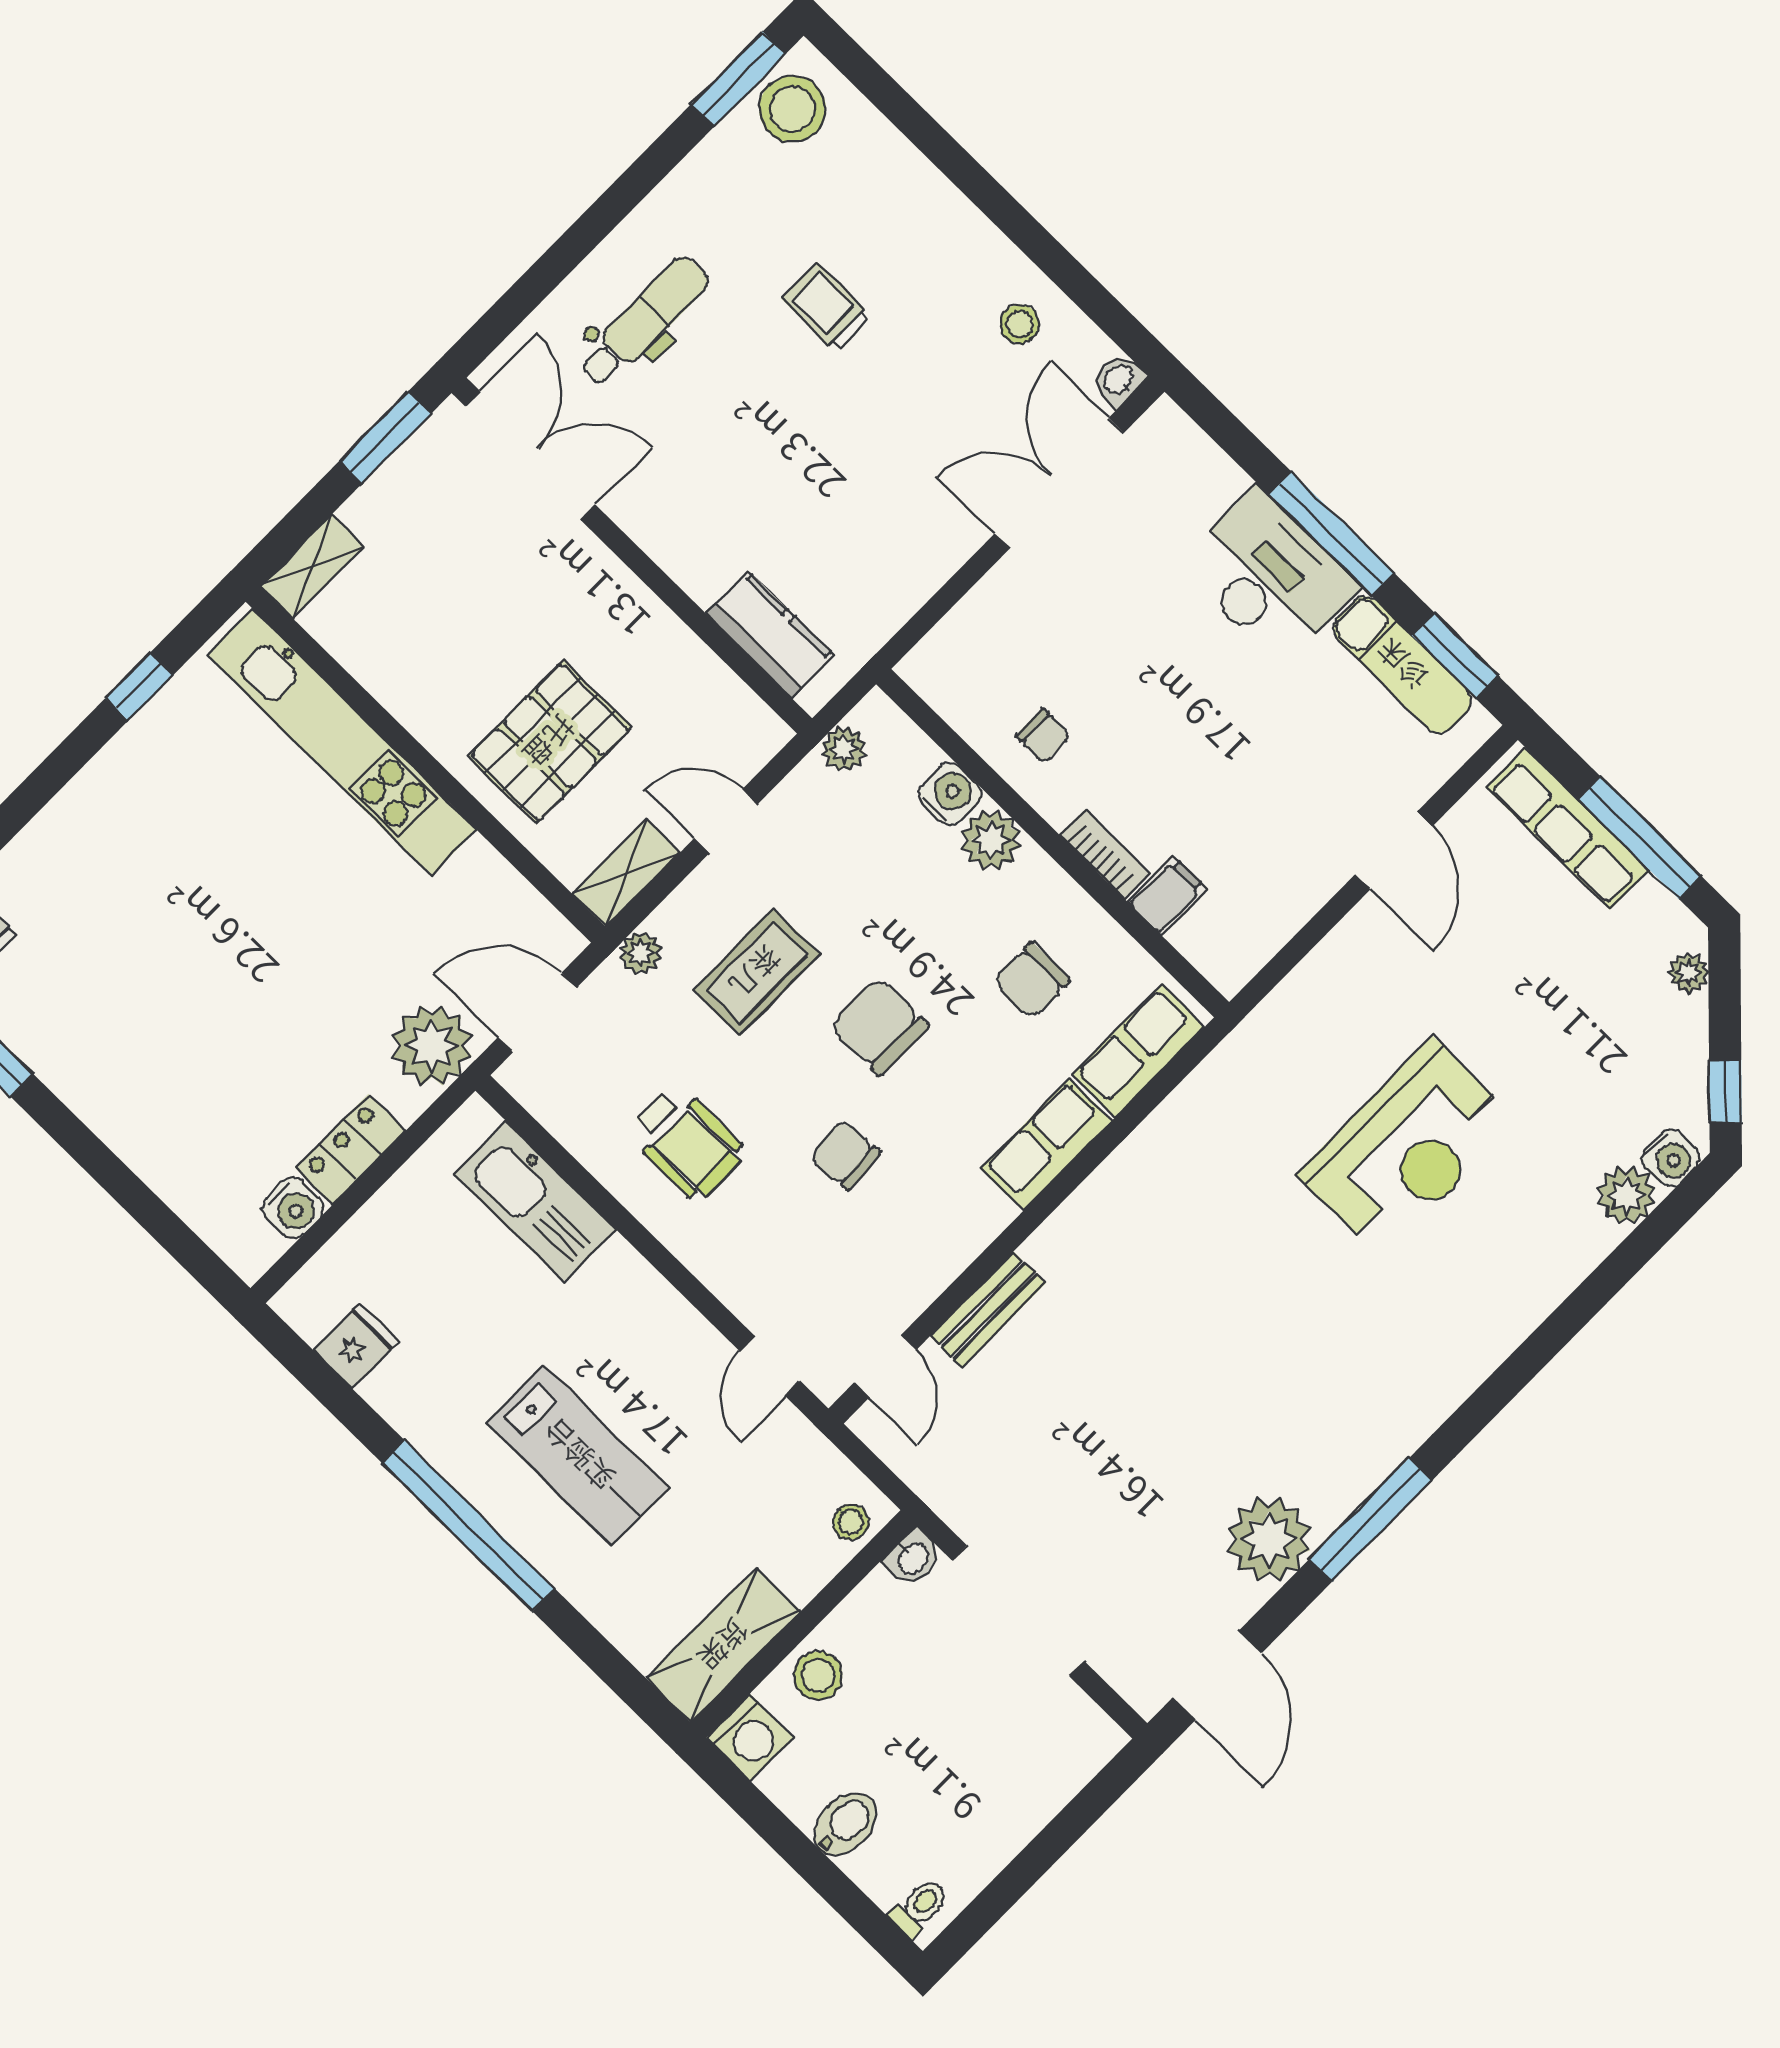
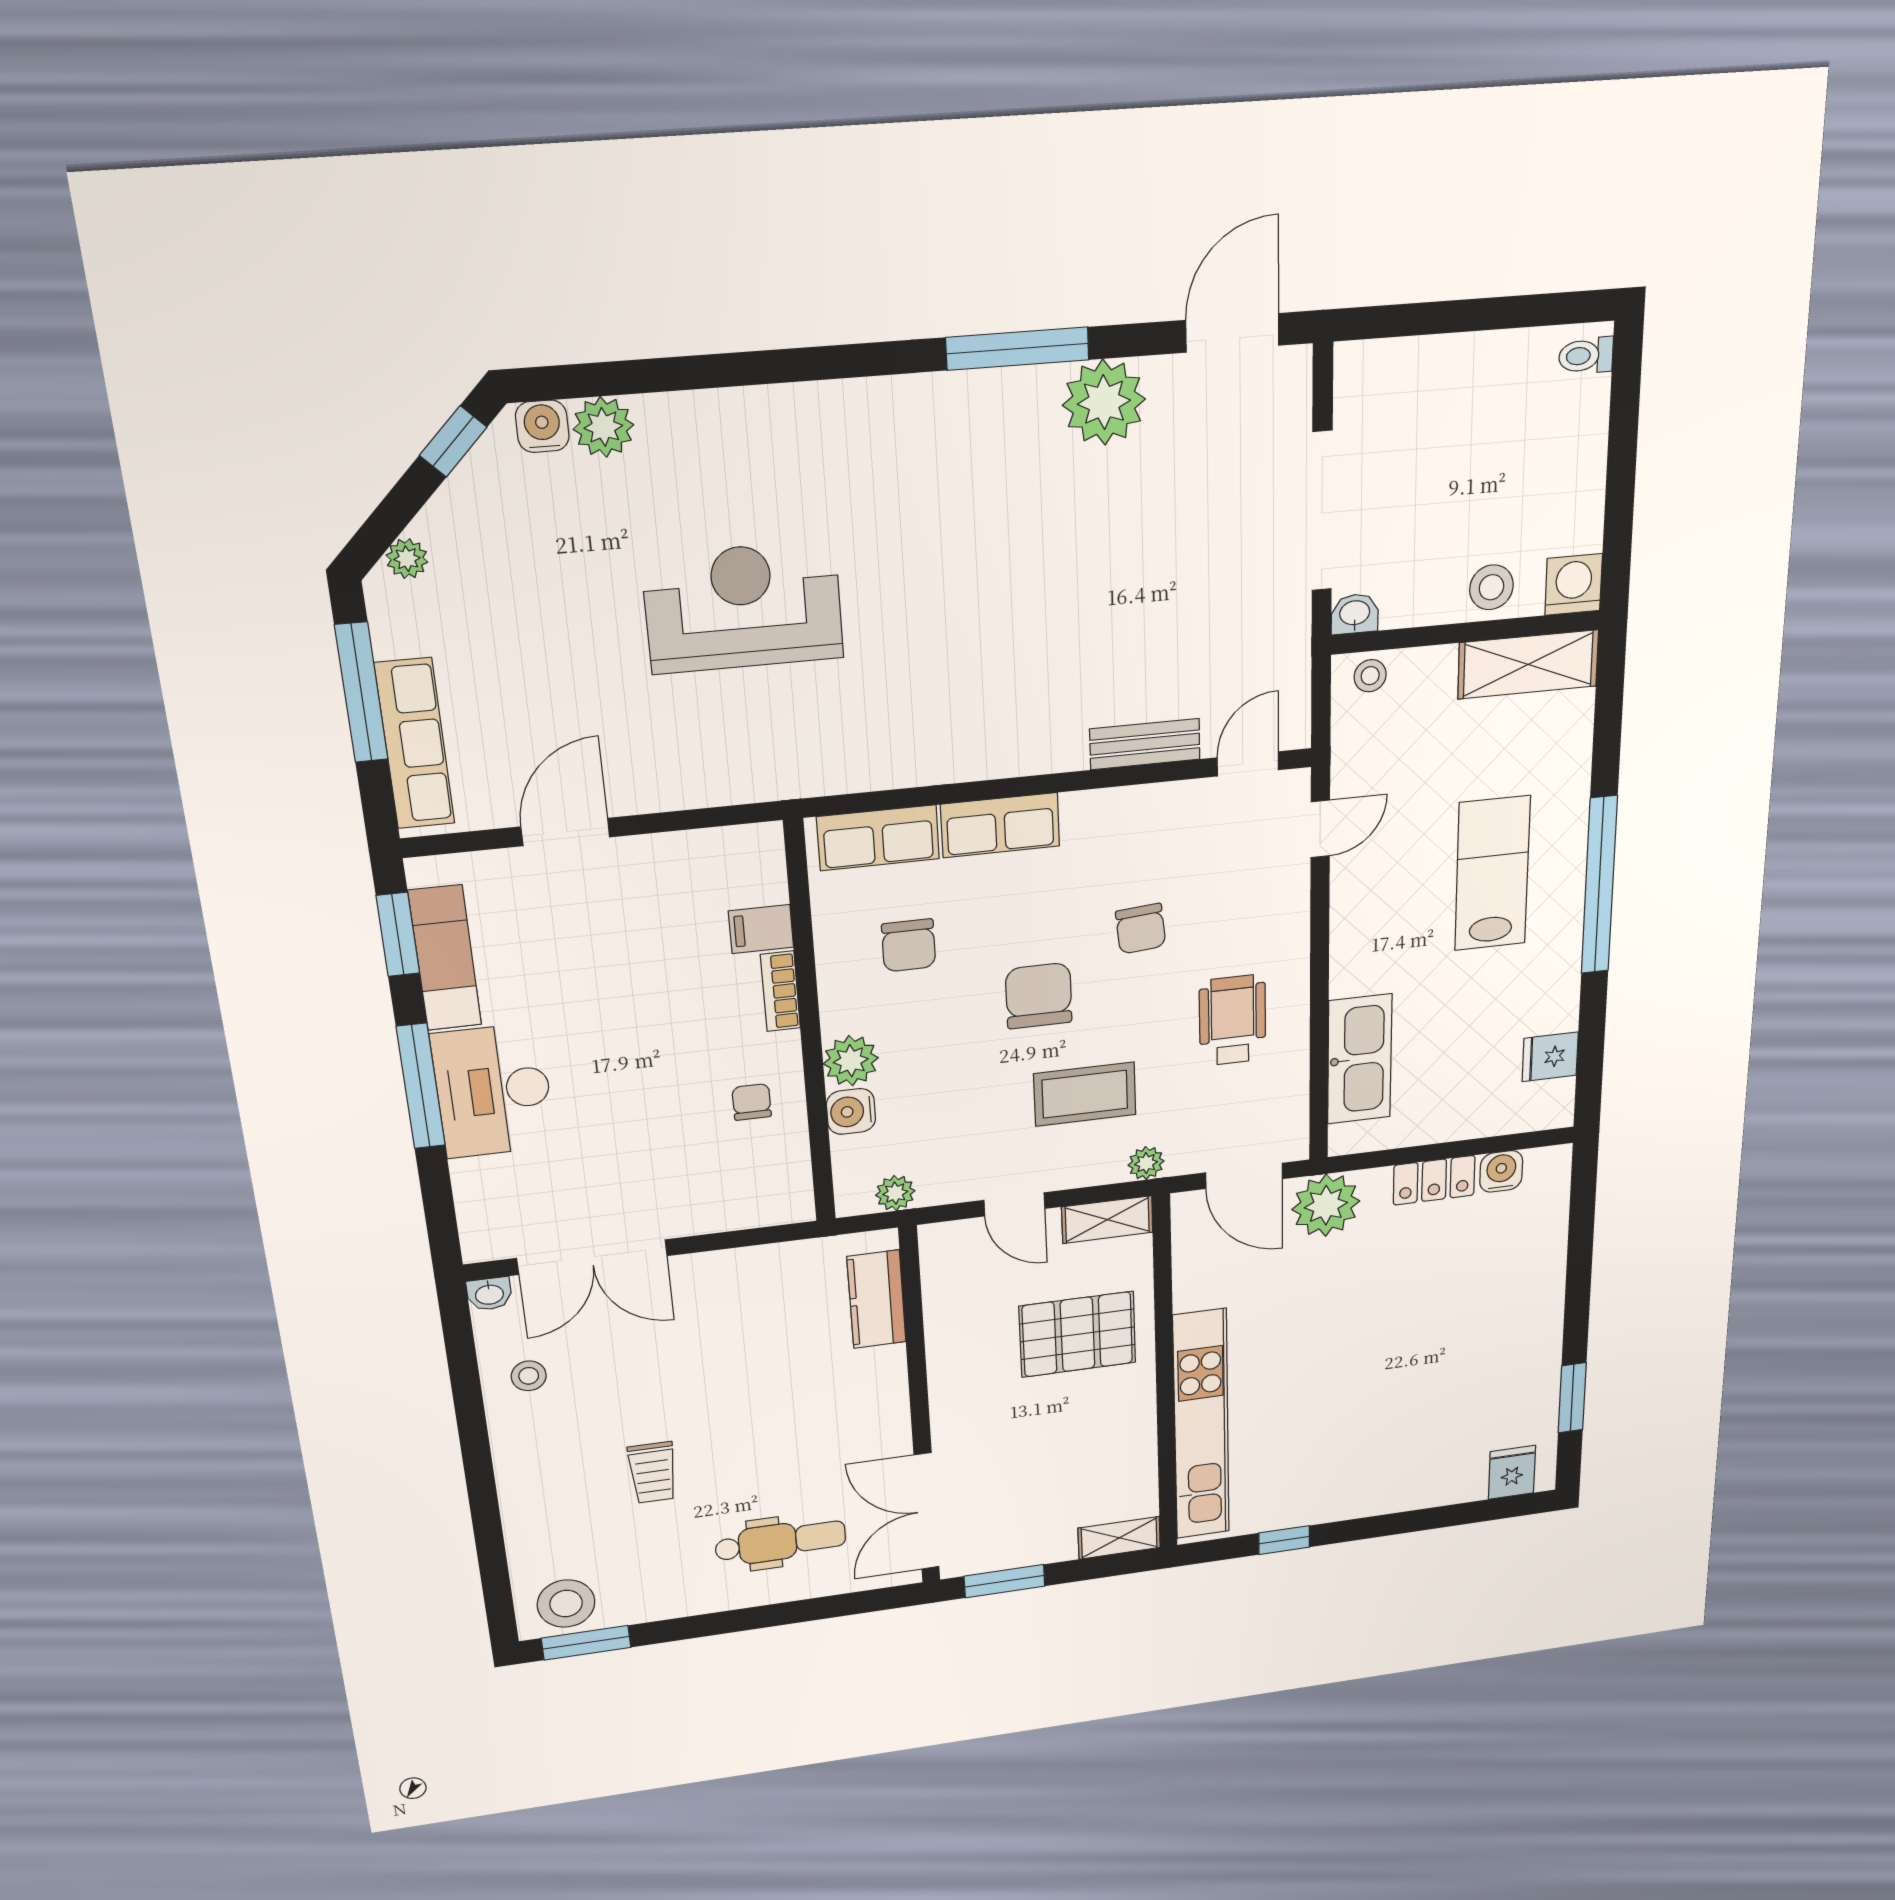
dental chair: (644, 322) -> (781, 1542), turned 180
chair: (1032, 981) -> (909, 945), turned 90
chair: (880, 1026) -> (1039, 996), turned 180
bidet: (845, 1824) -> (1575, 464), removed

